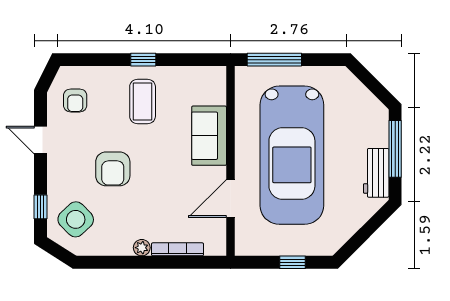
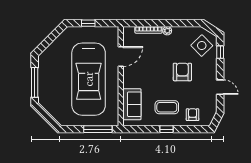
armchair: (75, 100) -> (193, 115), moved
coffee table: (143, 101) -> (167, 107), turned 90
sofa: (209, 136) -> (132, 104), moved
car: (292, 155) -> (89, 79), turned 180
workbench: (376, 173) -> (45, 70), removed

